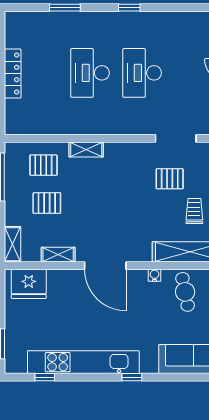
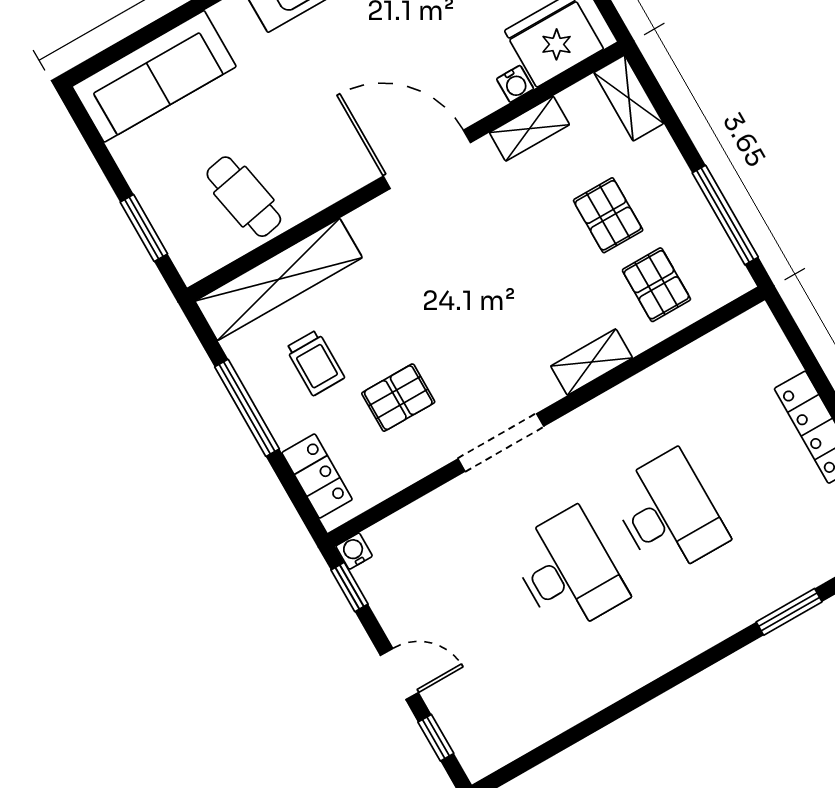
window: (129, 8) -> (665, 683), removed
doorway: (176, 138) -> (501, 442), moved
pallet: (43, 165) -> (656, 285), turned 90
pallet: (47, 203) -> (608, 215), turned 90
water cooler: (154, 275) -> (515, 84), moved

